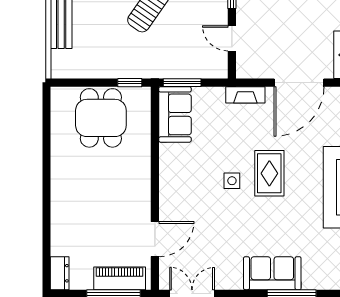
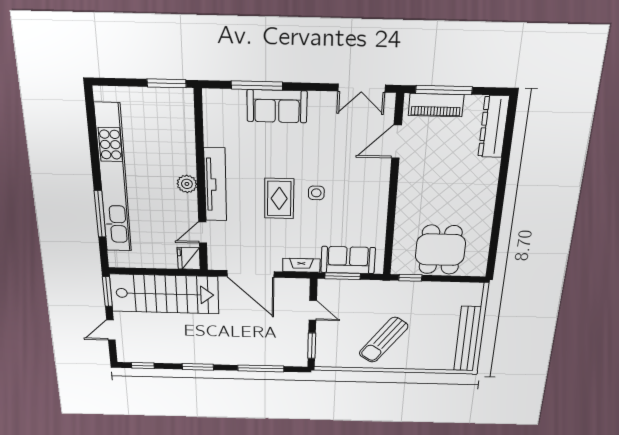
window: (182, 83) -> (343, 276), moved
door: (299, 83) -> (250, 274), swing flipped
sofa: (175, 114) -> (348, 260), moved, turned 90
dresser: (60, 273) -> (494, 127), width x1.96, depth x1.24

